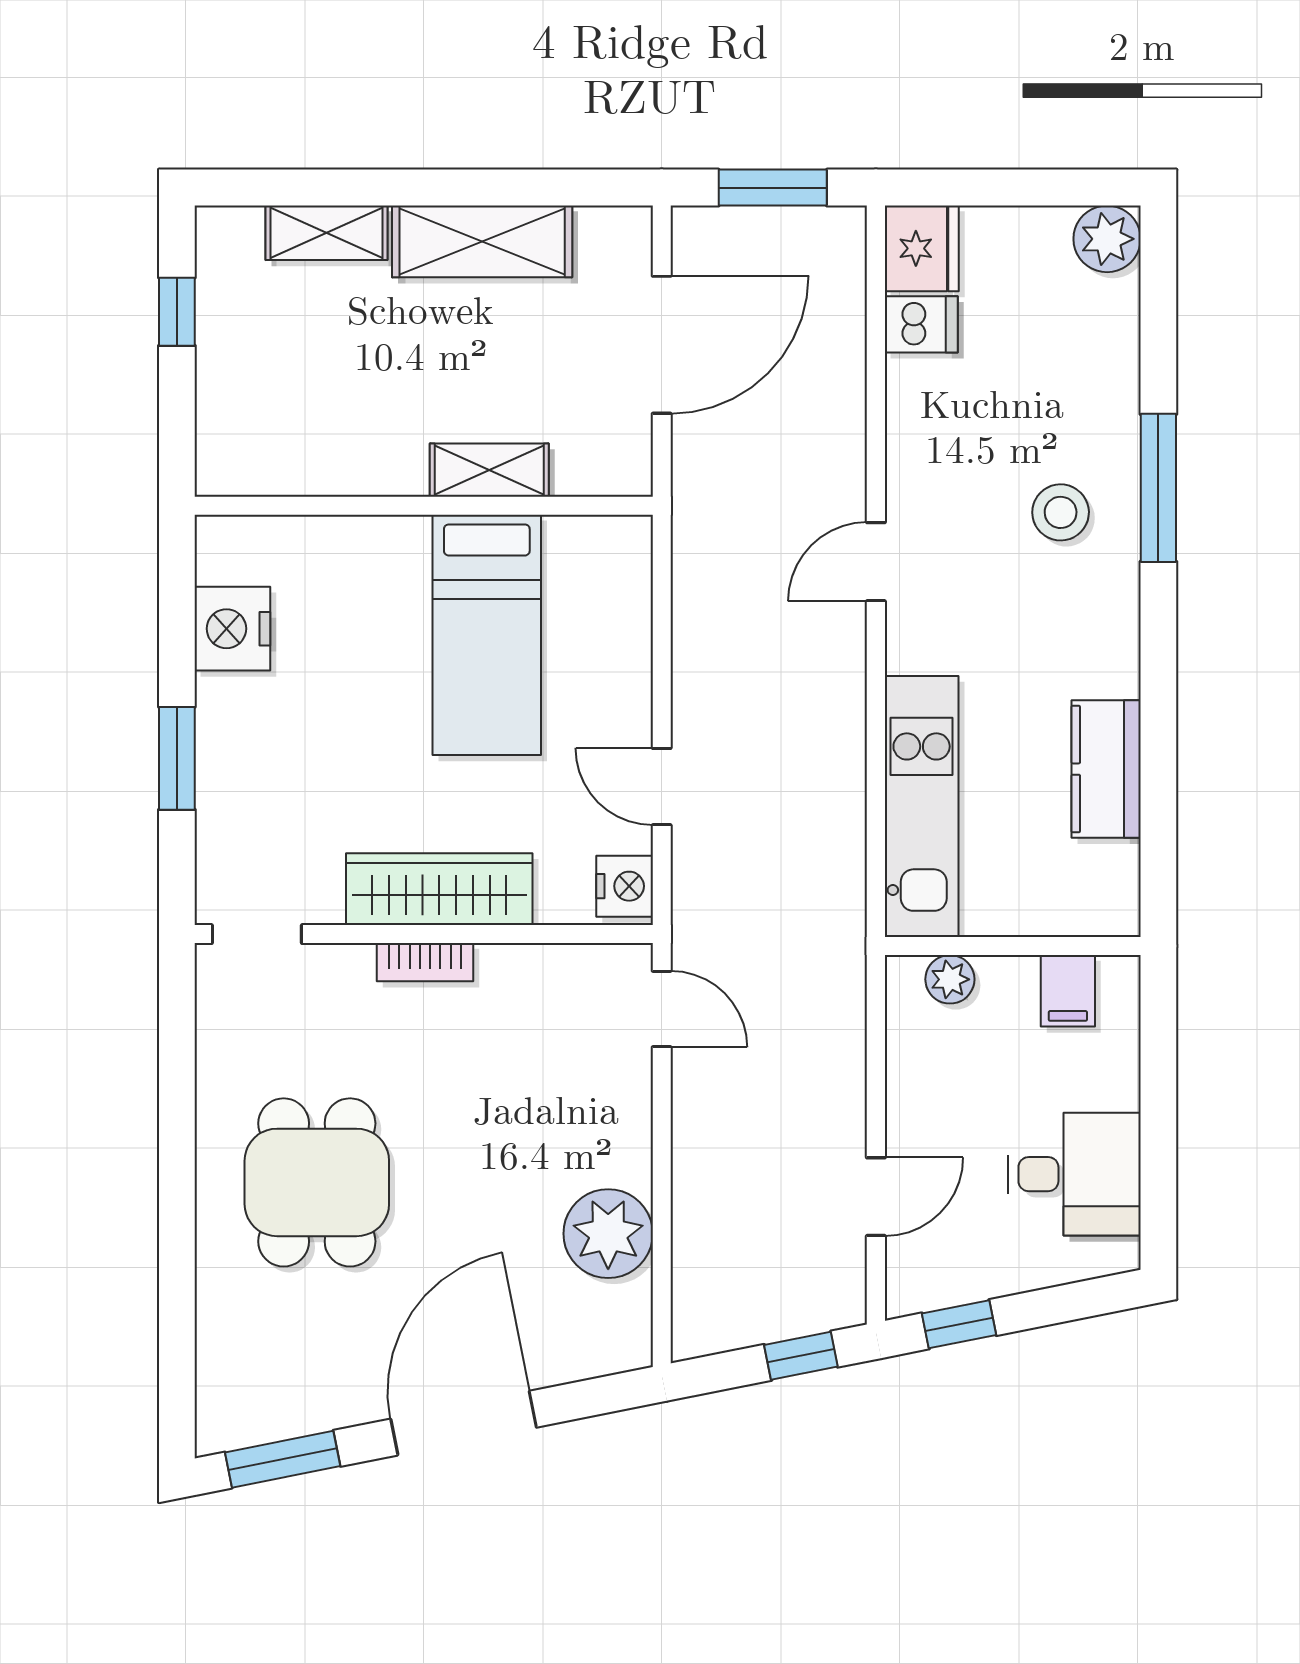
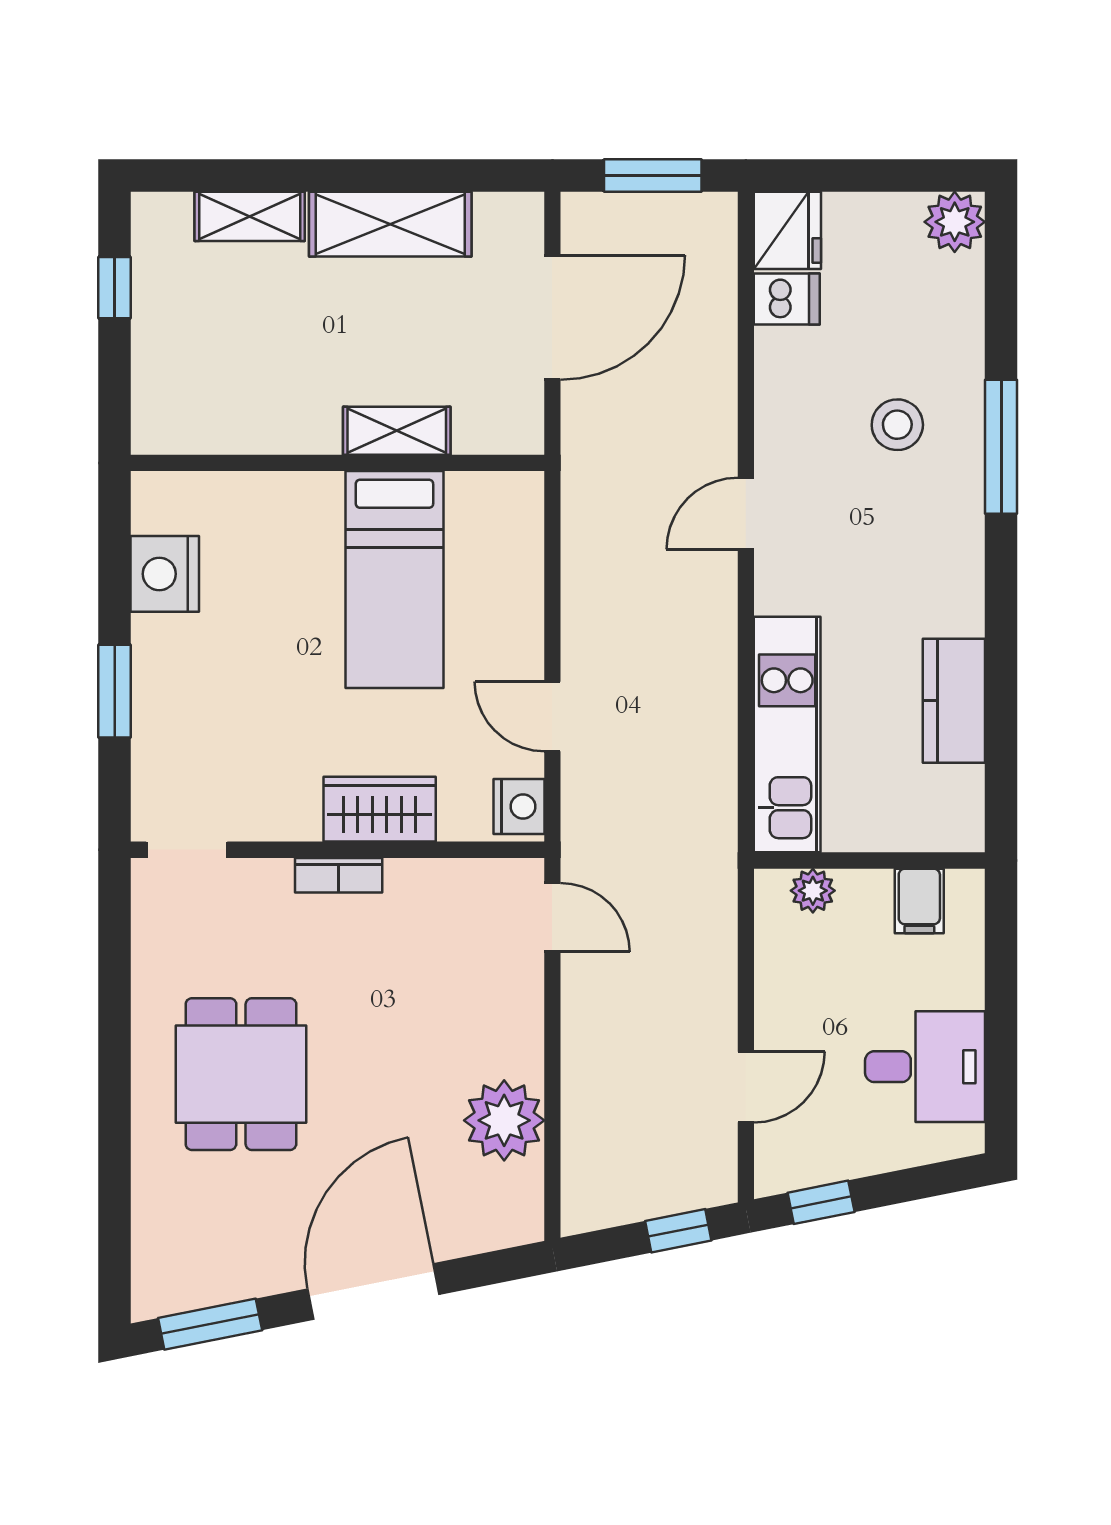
stool: (1061, 512) -> (897, 425), moved
wardrobe: (439, 889) -> (380, 809), width x0.67

